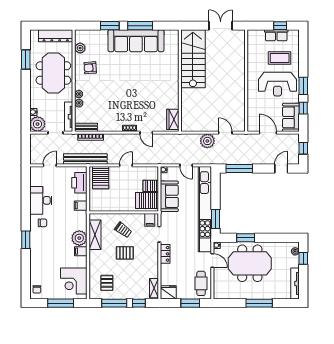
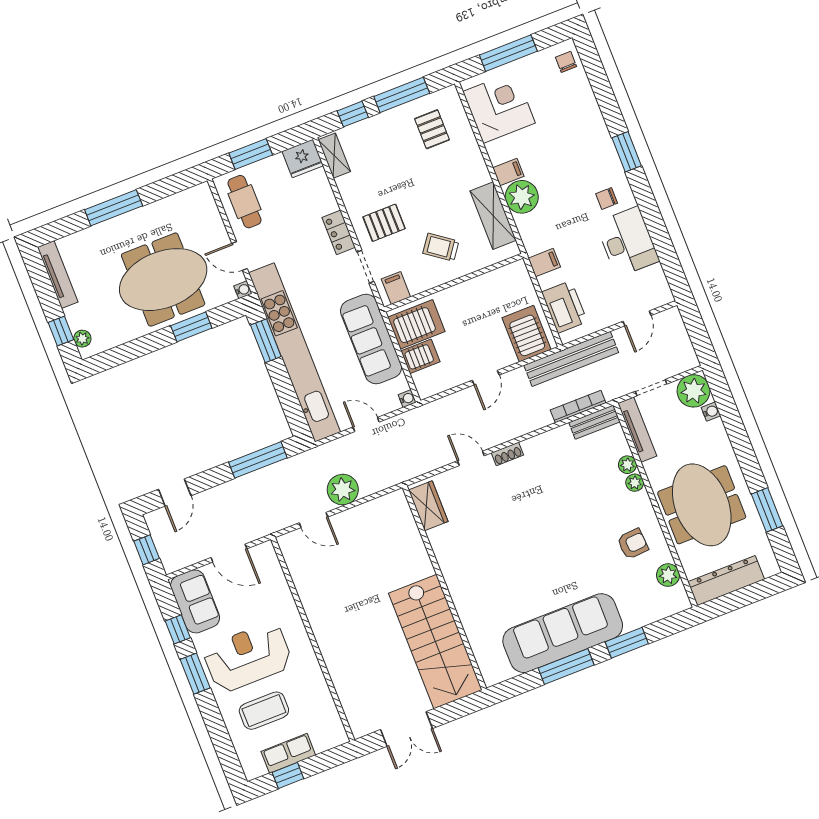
sofa: (169, 196) -> (371, 339), width x1.36
pallet: (125, 253) -> (384, 223), moved

